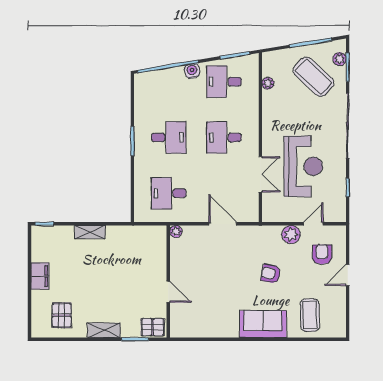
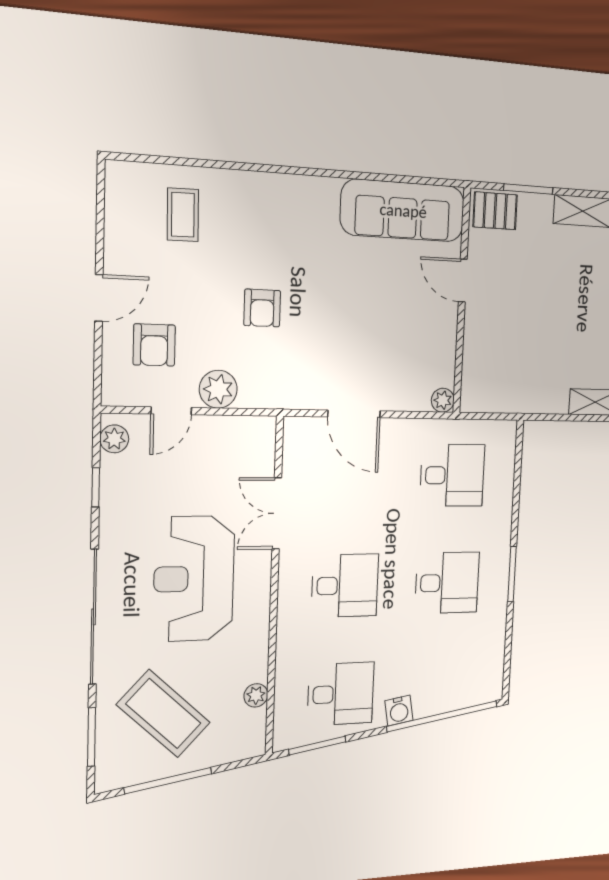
plant: (340, 59) -> (114, 439), moved
desk: (169, 137) -> (447, 583), turned 180
reception desk: (303, 166) -> (194, 579), moved
armchair: (271, 274) -> (262, 308), turned 78
coffee table: (310, 315) -> (183, 215), width x0.73, depth x0.77
sofa: (263, 324) -> (403, 211), moved, width x1.36

